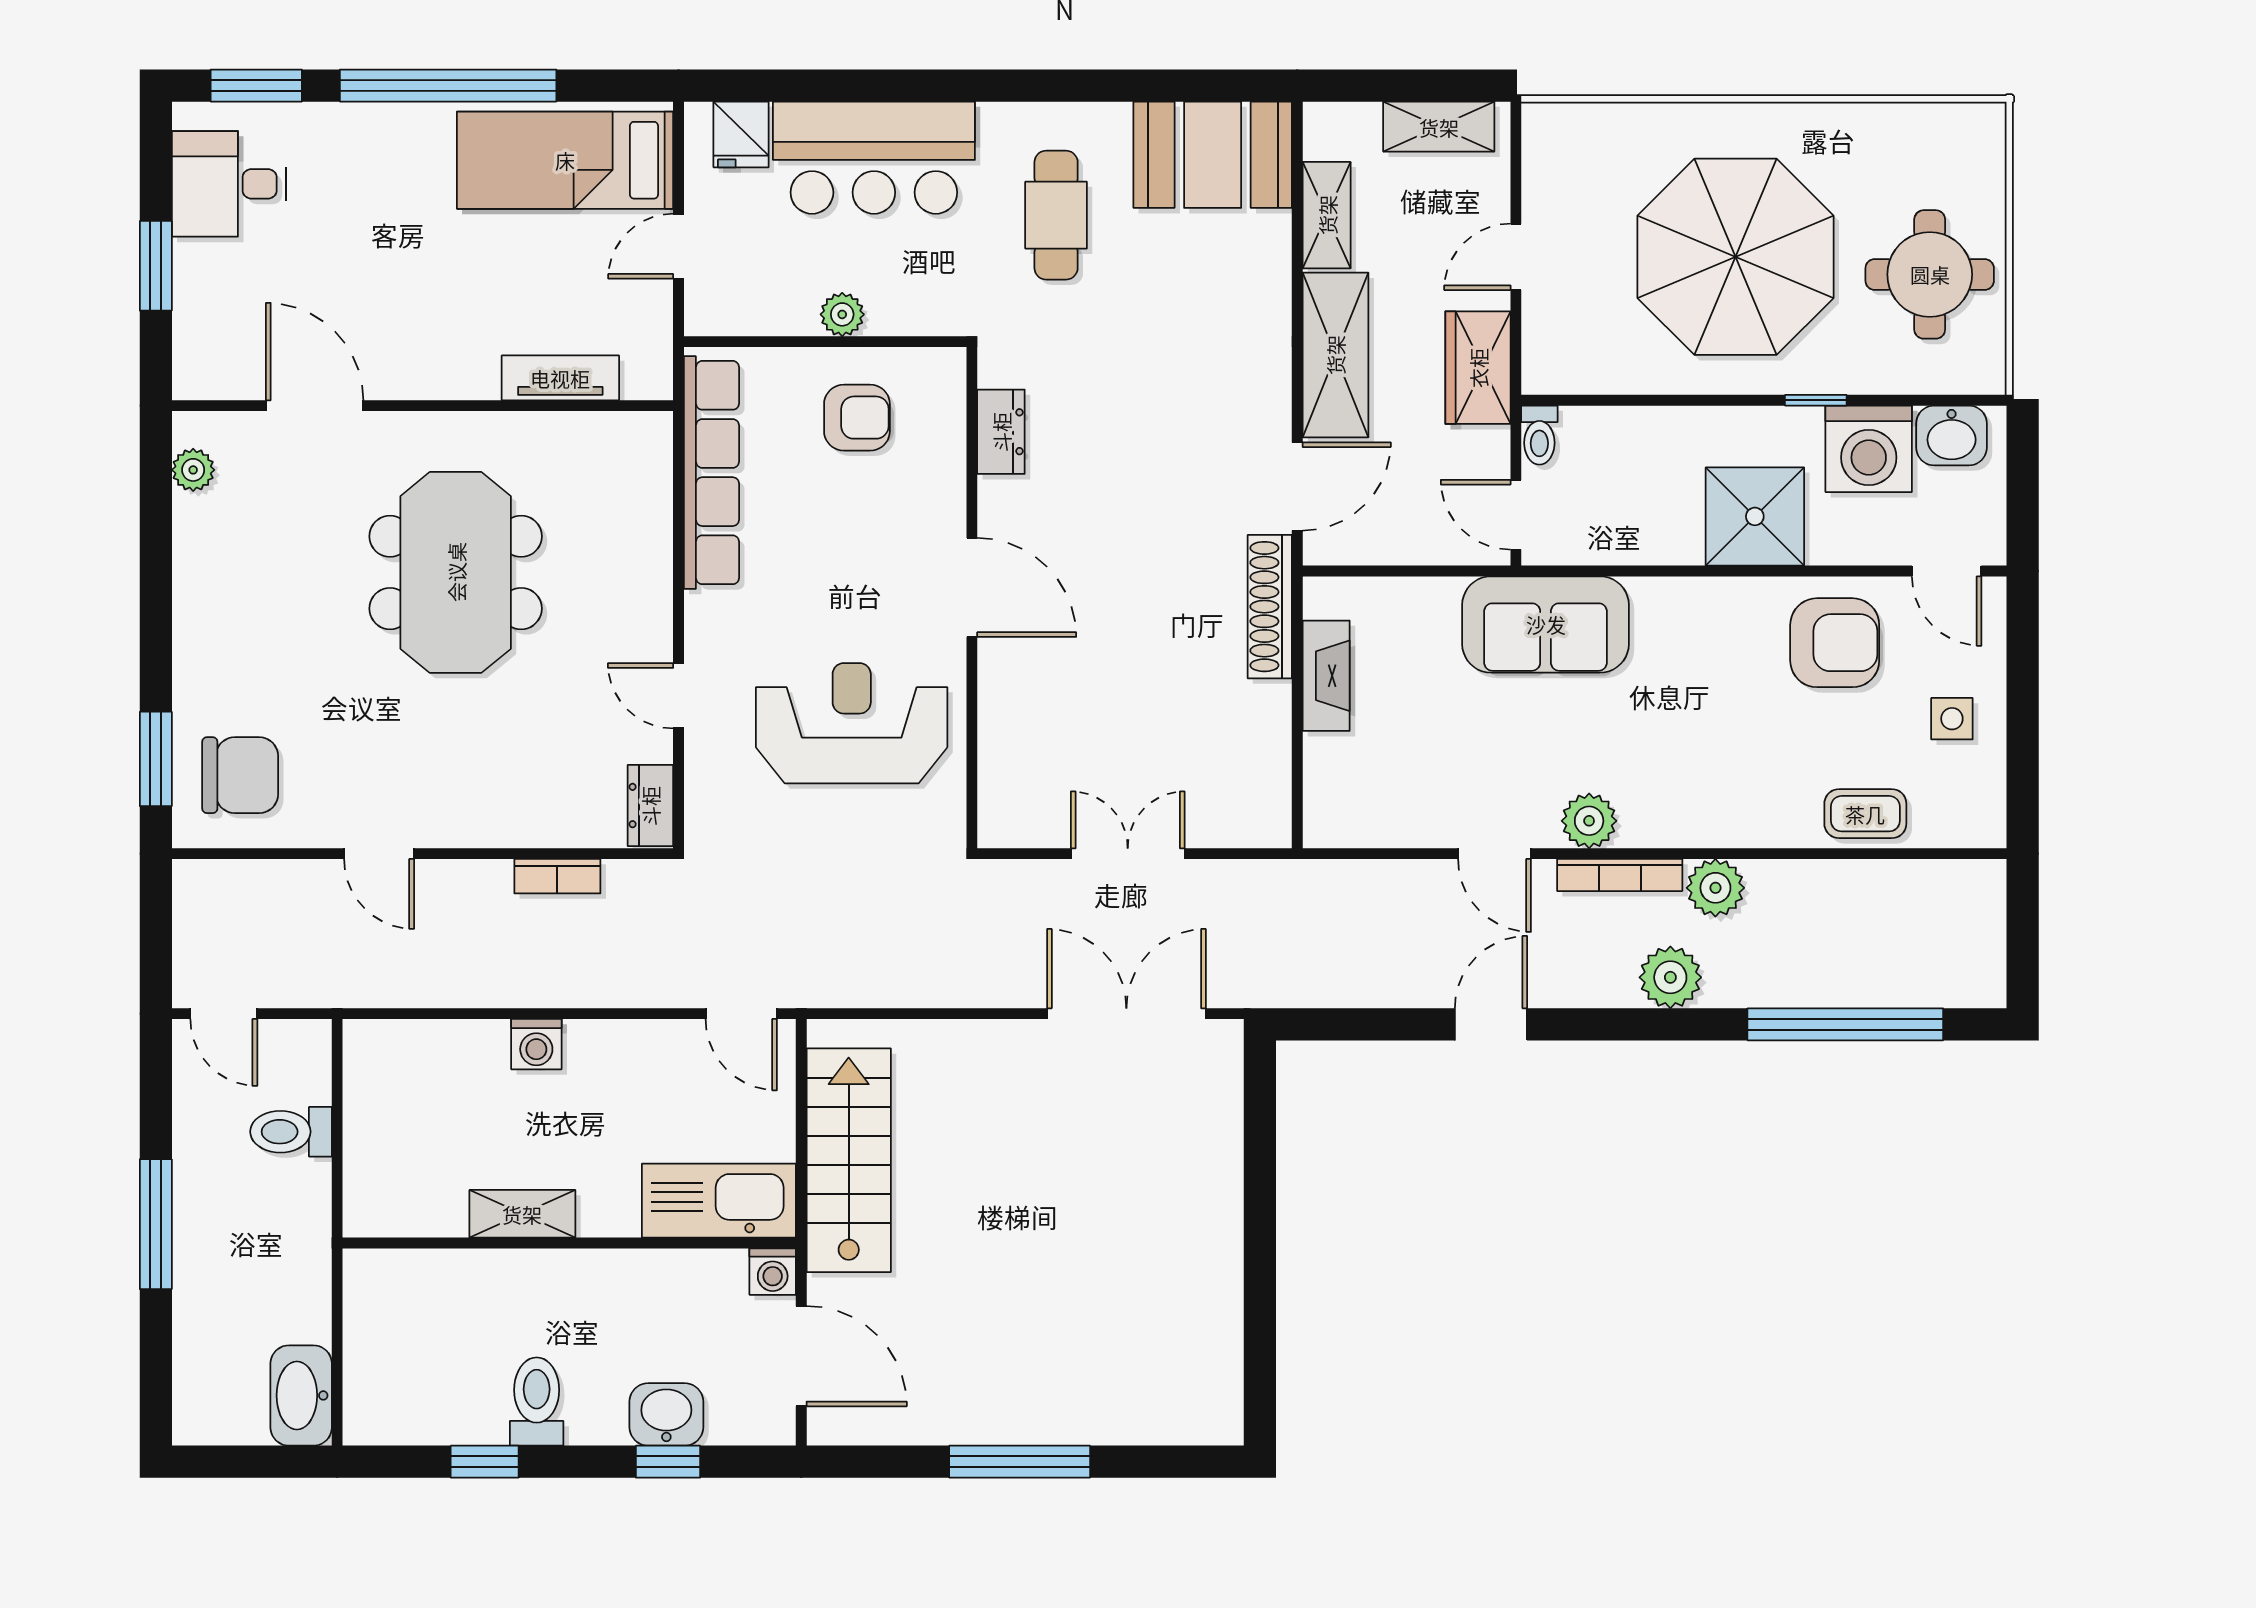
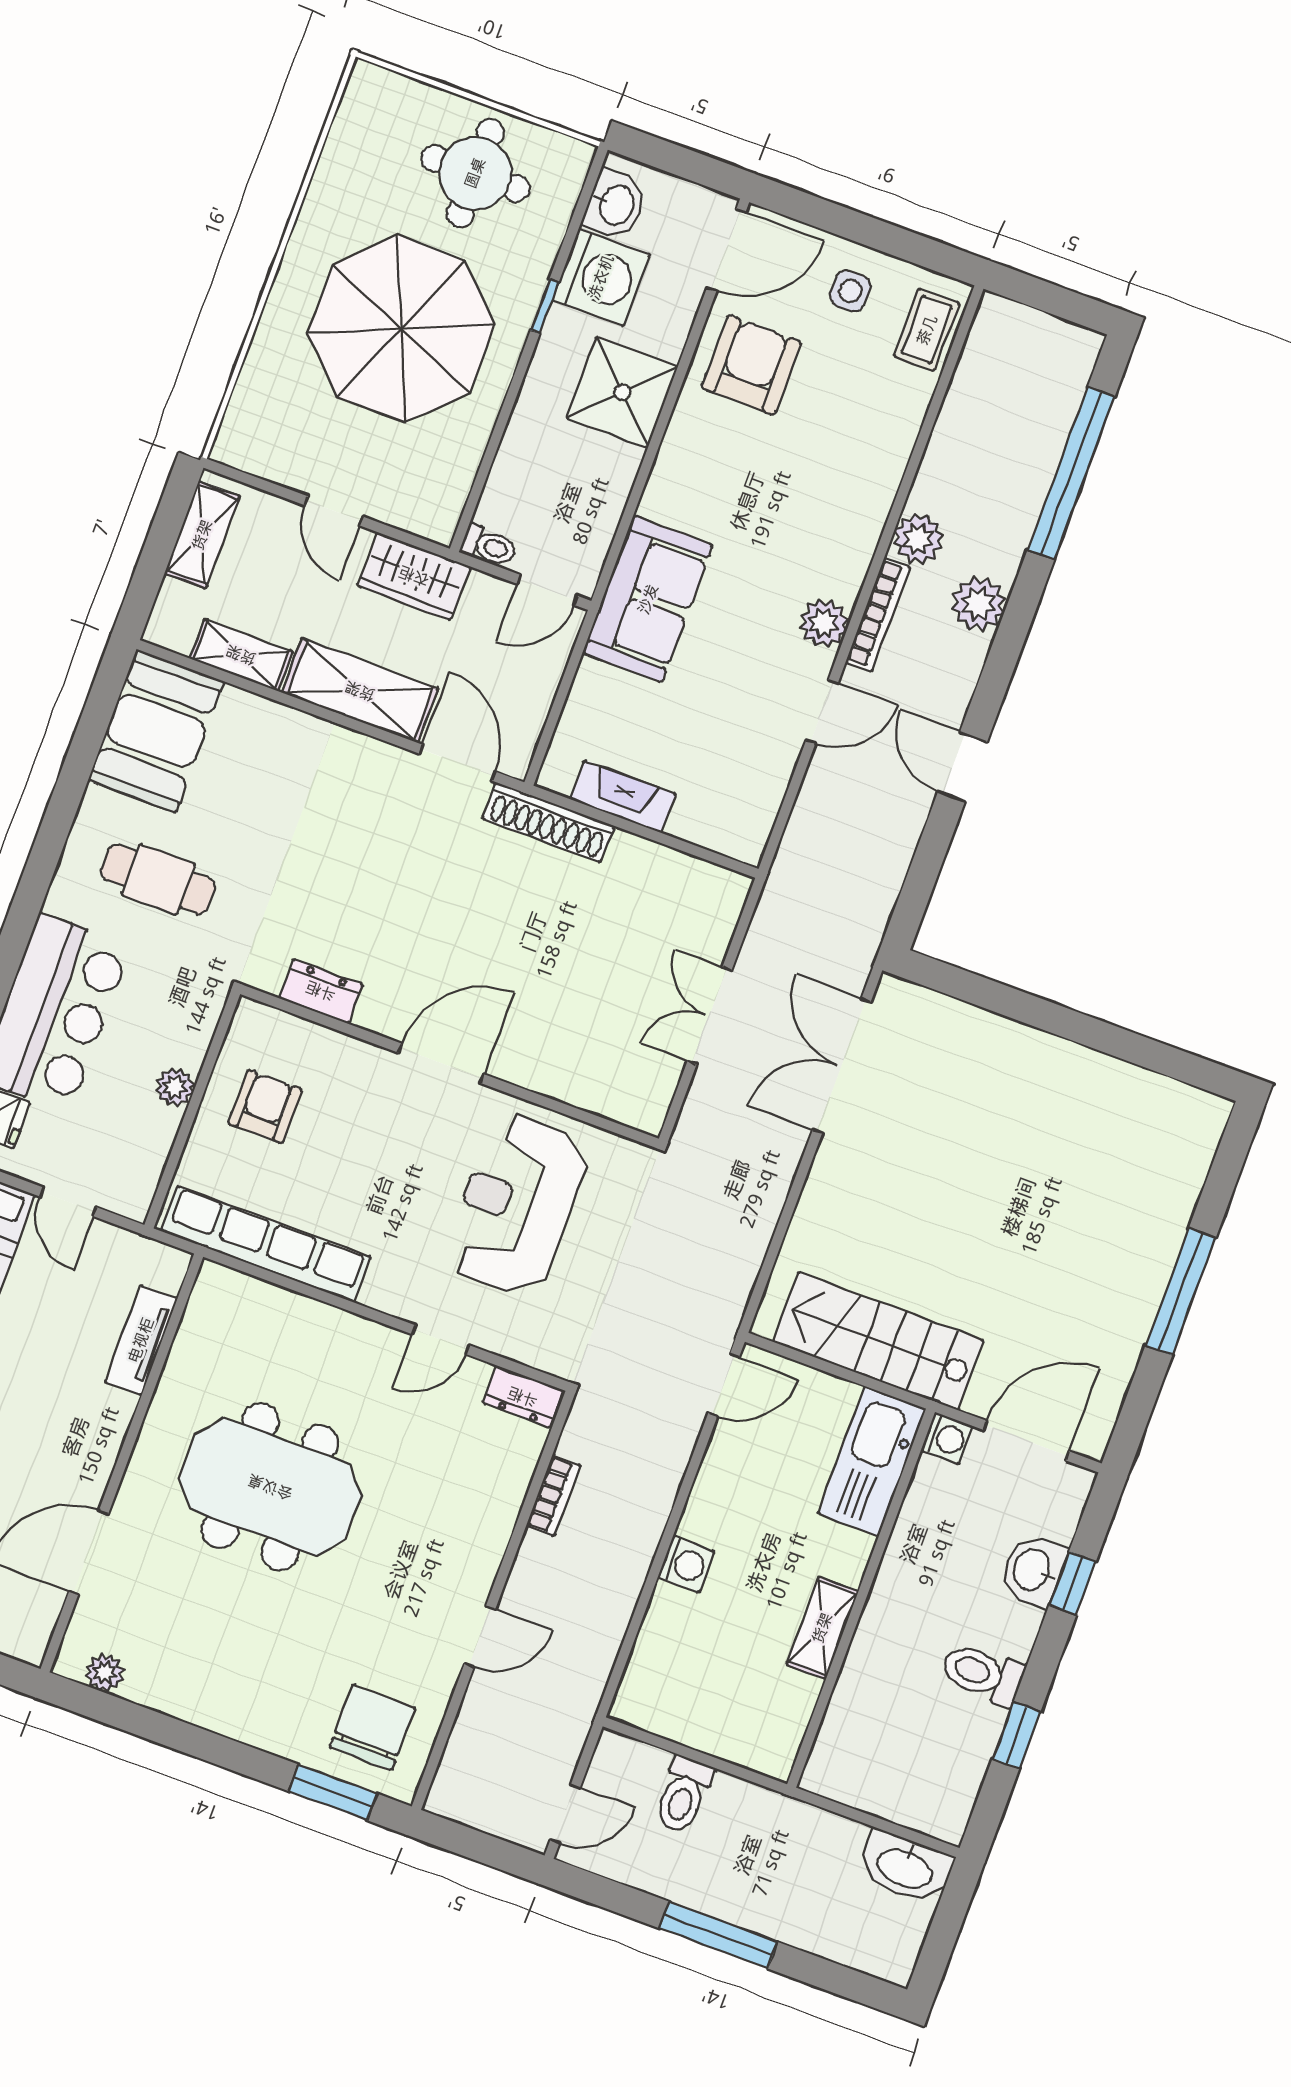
door: (1947, 571) -> (726, 250), width x1.38
coffee table: (1865, 814) -> (927, 330), moved

